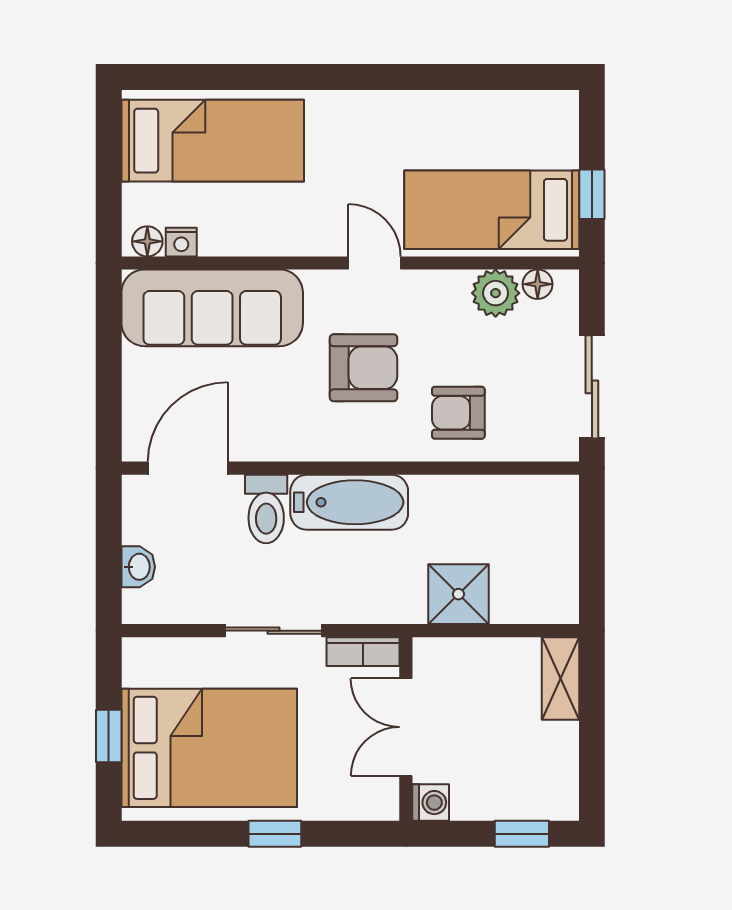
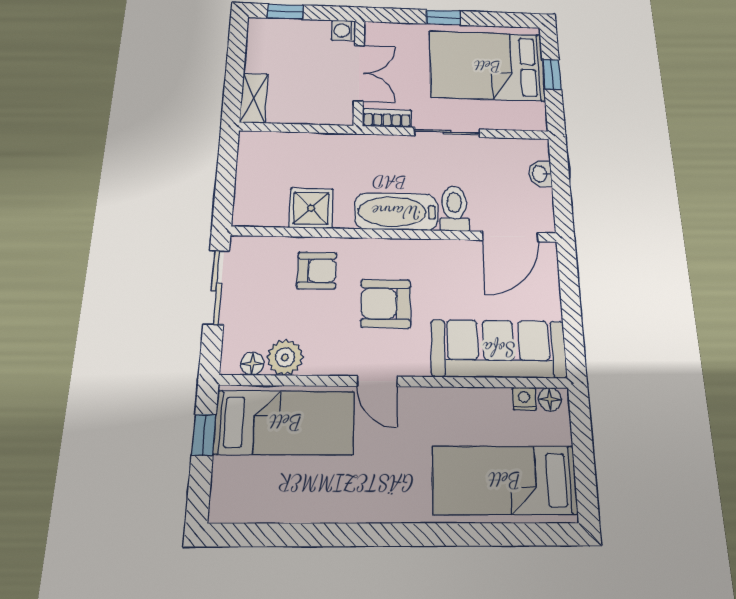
shower: (458, 594) -> (311, 208), moved

